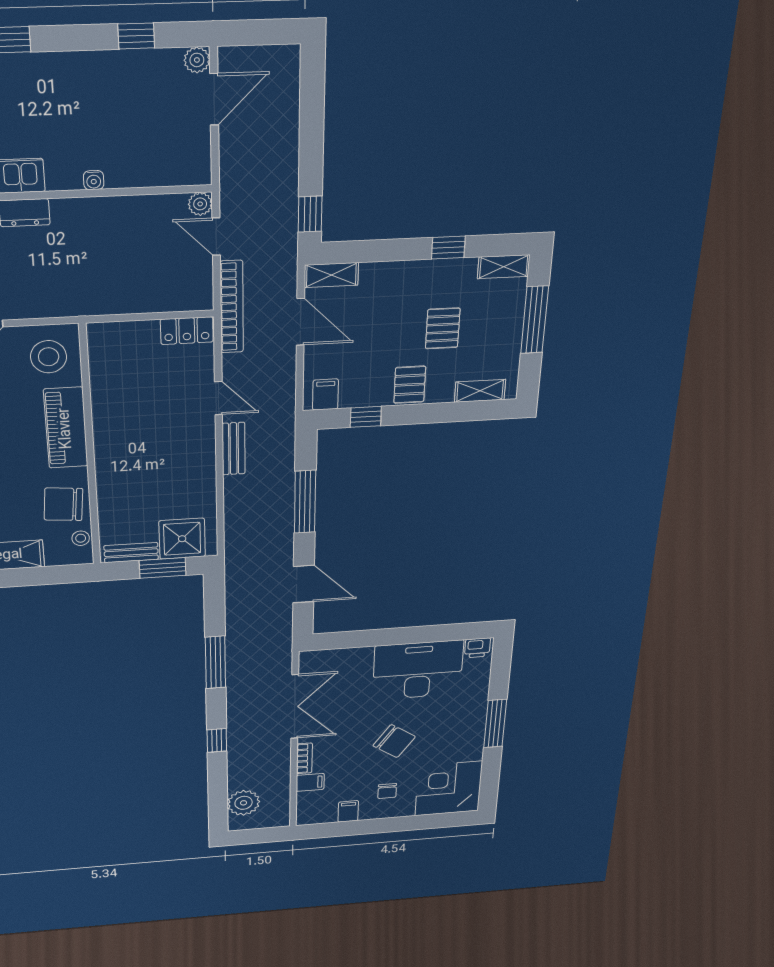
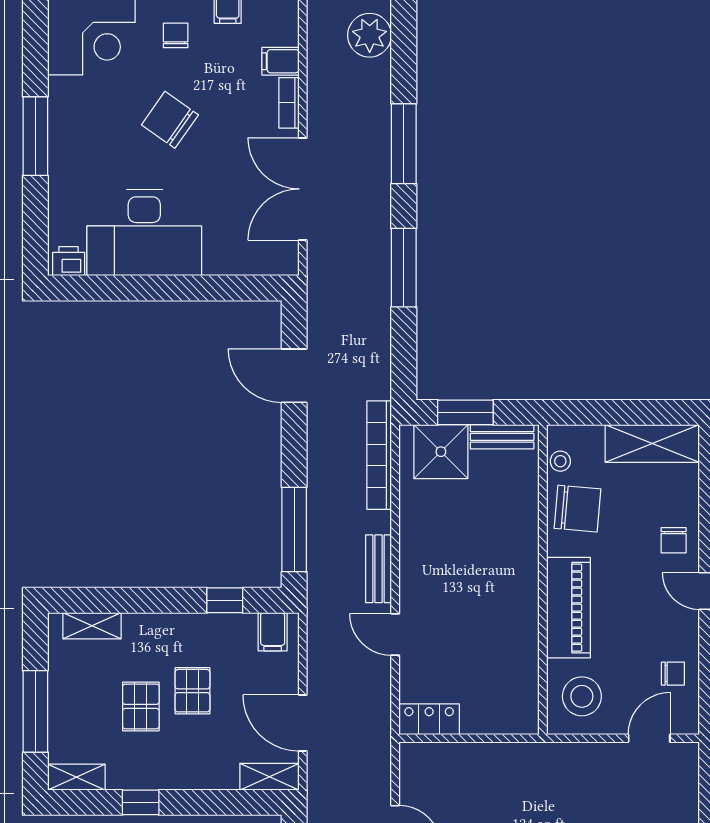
bookcase: (232, 307) -> (379, 455), moved
pallet: (410, 385) -> (192, 691), moved
window: (305, 502) -> (294, 530), moved
window: (217, 740) -> (404, 144), width x2.17

